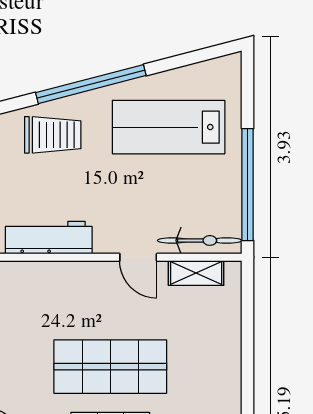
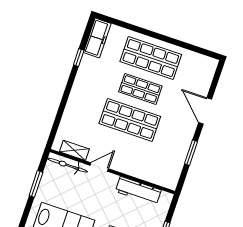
window: (248, 185) -> (36, 184), width x0.47
door: (138, 257) -> (99, 167), hinge flipped

